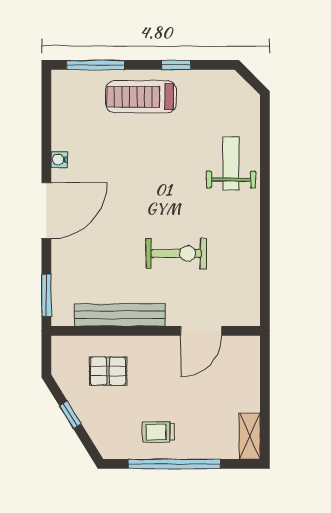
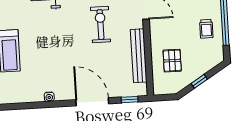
door: (46, 211) -> (92, 102), moved
window: (46, 295) -> (130, 100), width x0.67

